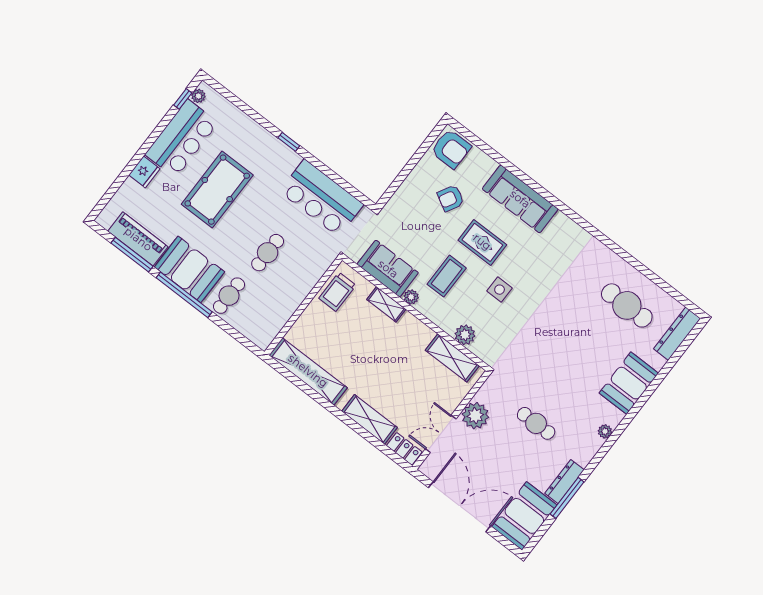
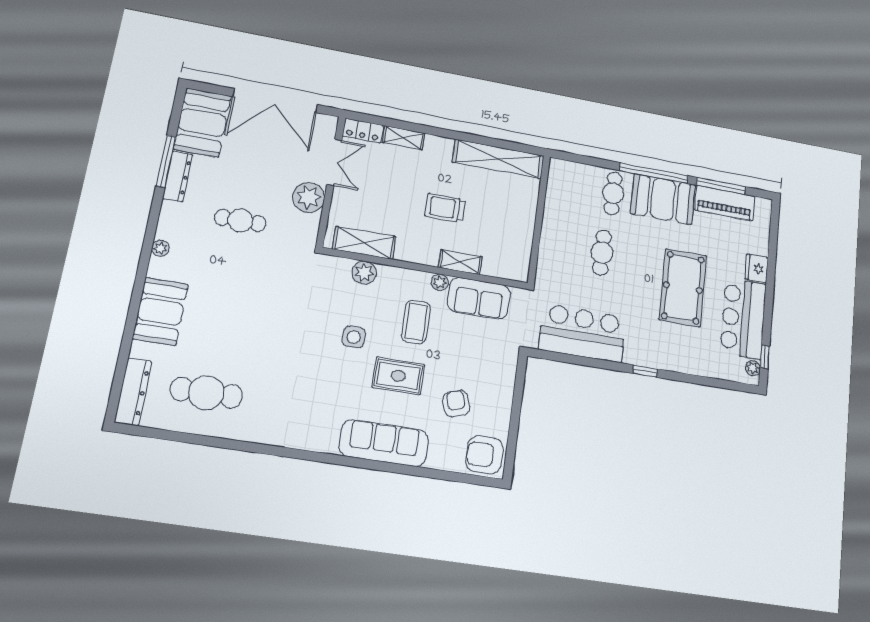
armchair: (451, 198) -> (456, 404), turned -47
trolley: (337, 292) -> (445, 208), moved, turned -90
shelving: (370, 419) -> (404, 138), width x0.67, depth x0.75

